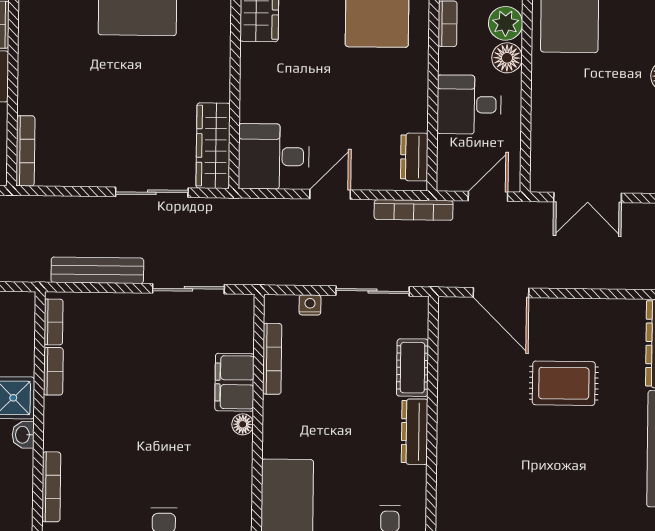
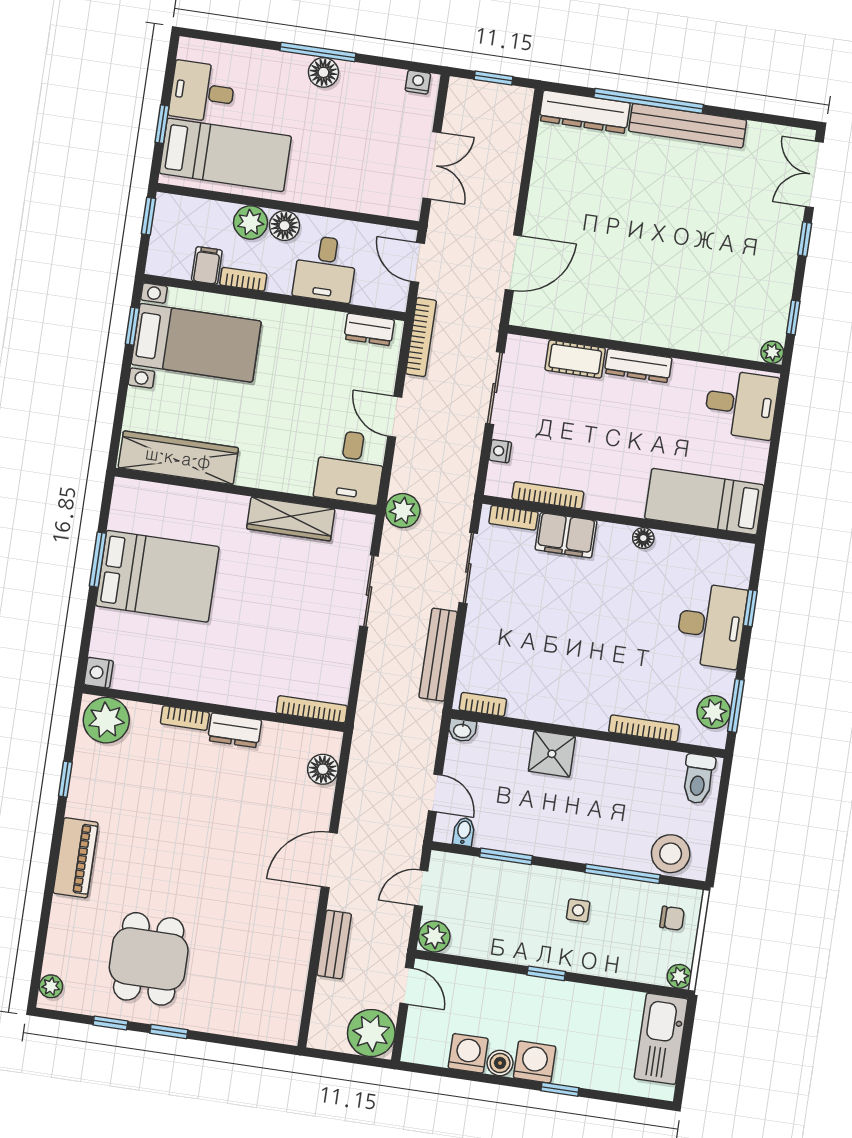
wardrobe: (213, 146) -> (291, 519), moved
plant: (237, 215) -> (403, 511), added
bookcase: (53, 371) -> (513, 518), moved, turned 180
rug: (564, 383) -> (610, 213), removed
floor lamp: (243, 424) -> (643, 538), moved
washbasin: (23, 435) -> (462, 730), moved

